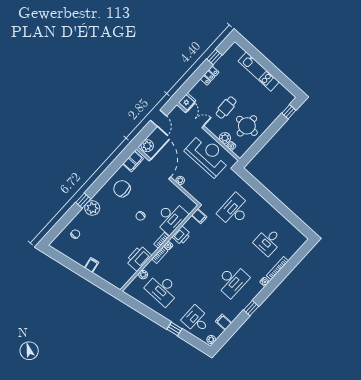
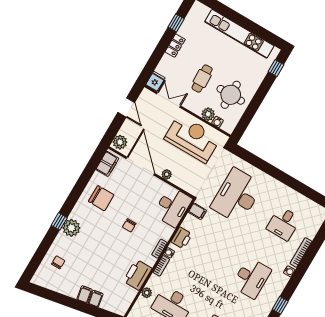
kitchen unit: (259, 72) -> (239, 34), width x1.36
chair: (122, 189) -> (101, 198), turned 180
desk: (234, 210) -> (237, 196), width x1.36, depth x1.30
desk: (171, 217) -> (173, 207), moved
filing cabinet: (100, 271) -> (96, 299), added

